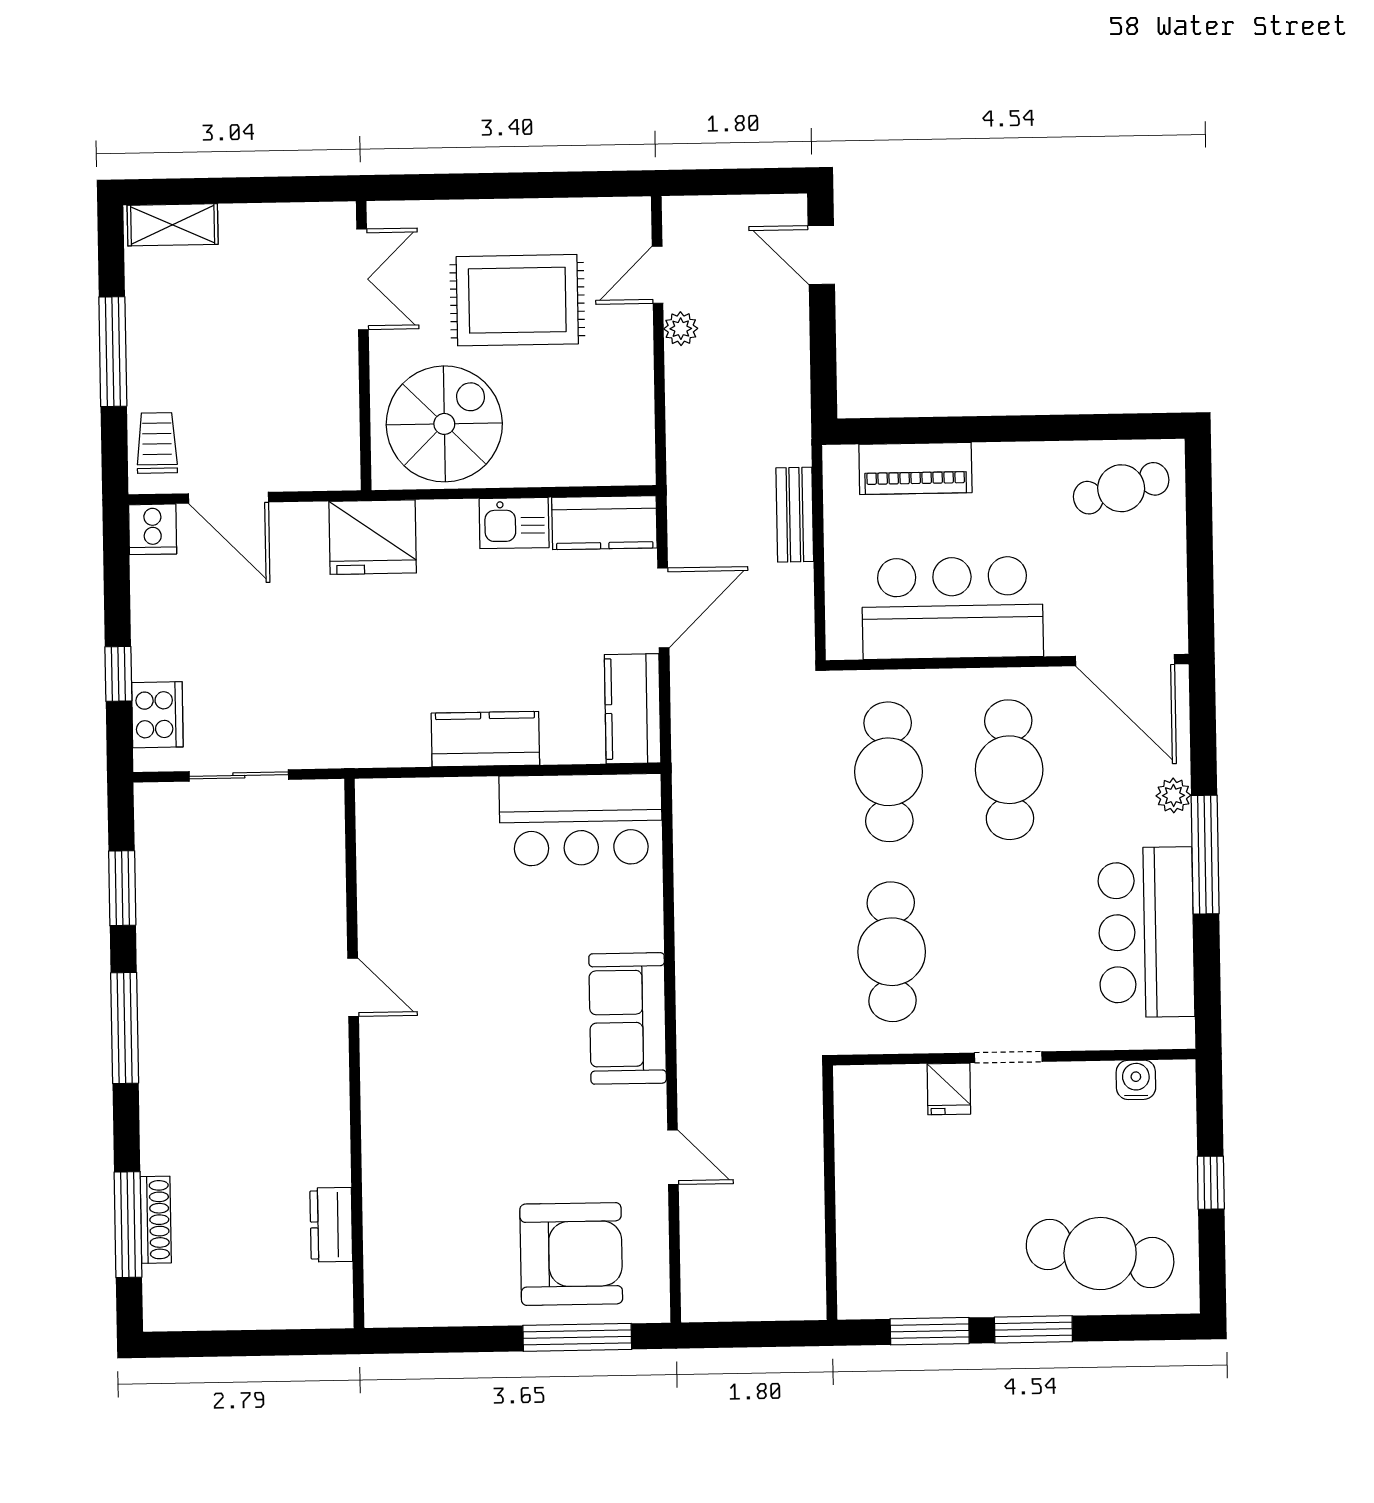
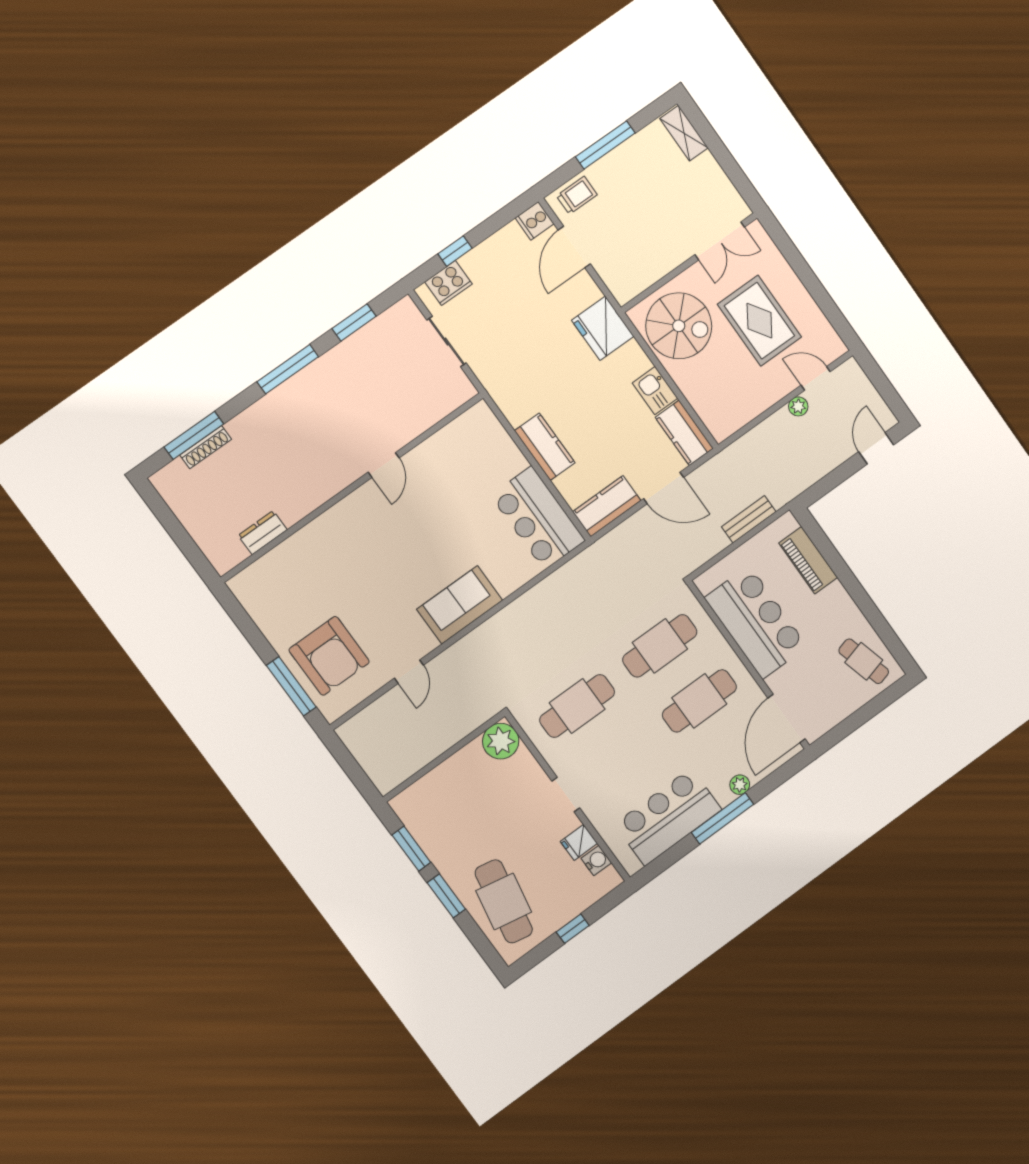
fridge: (949, 1089) -> (579, 842), moved
plant: (865, 1096) -> (501, 741), added

